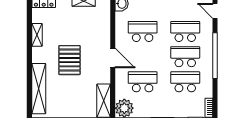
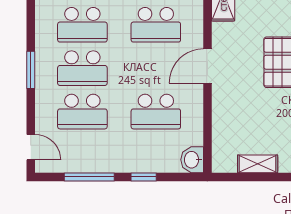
window: (215, 56) -> (31, 70), width x0.47
door: (113, 58) -> (207, 66), hinge flipped

